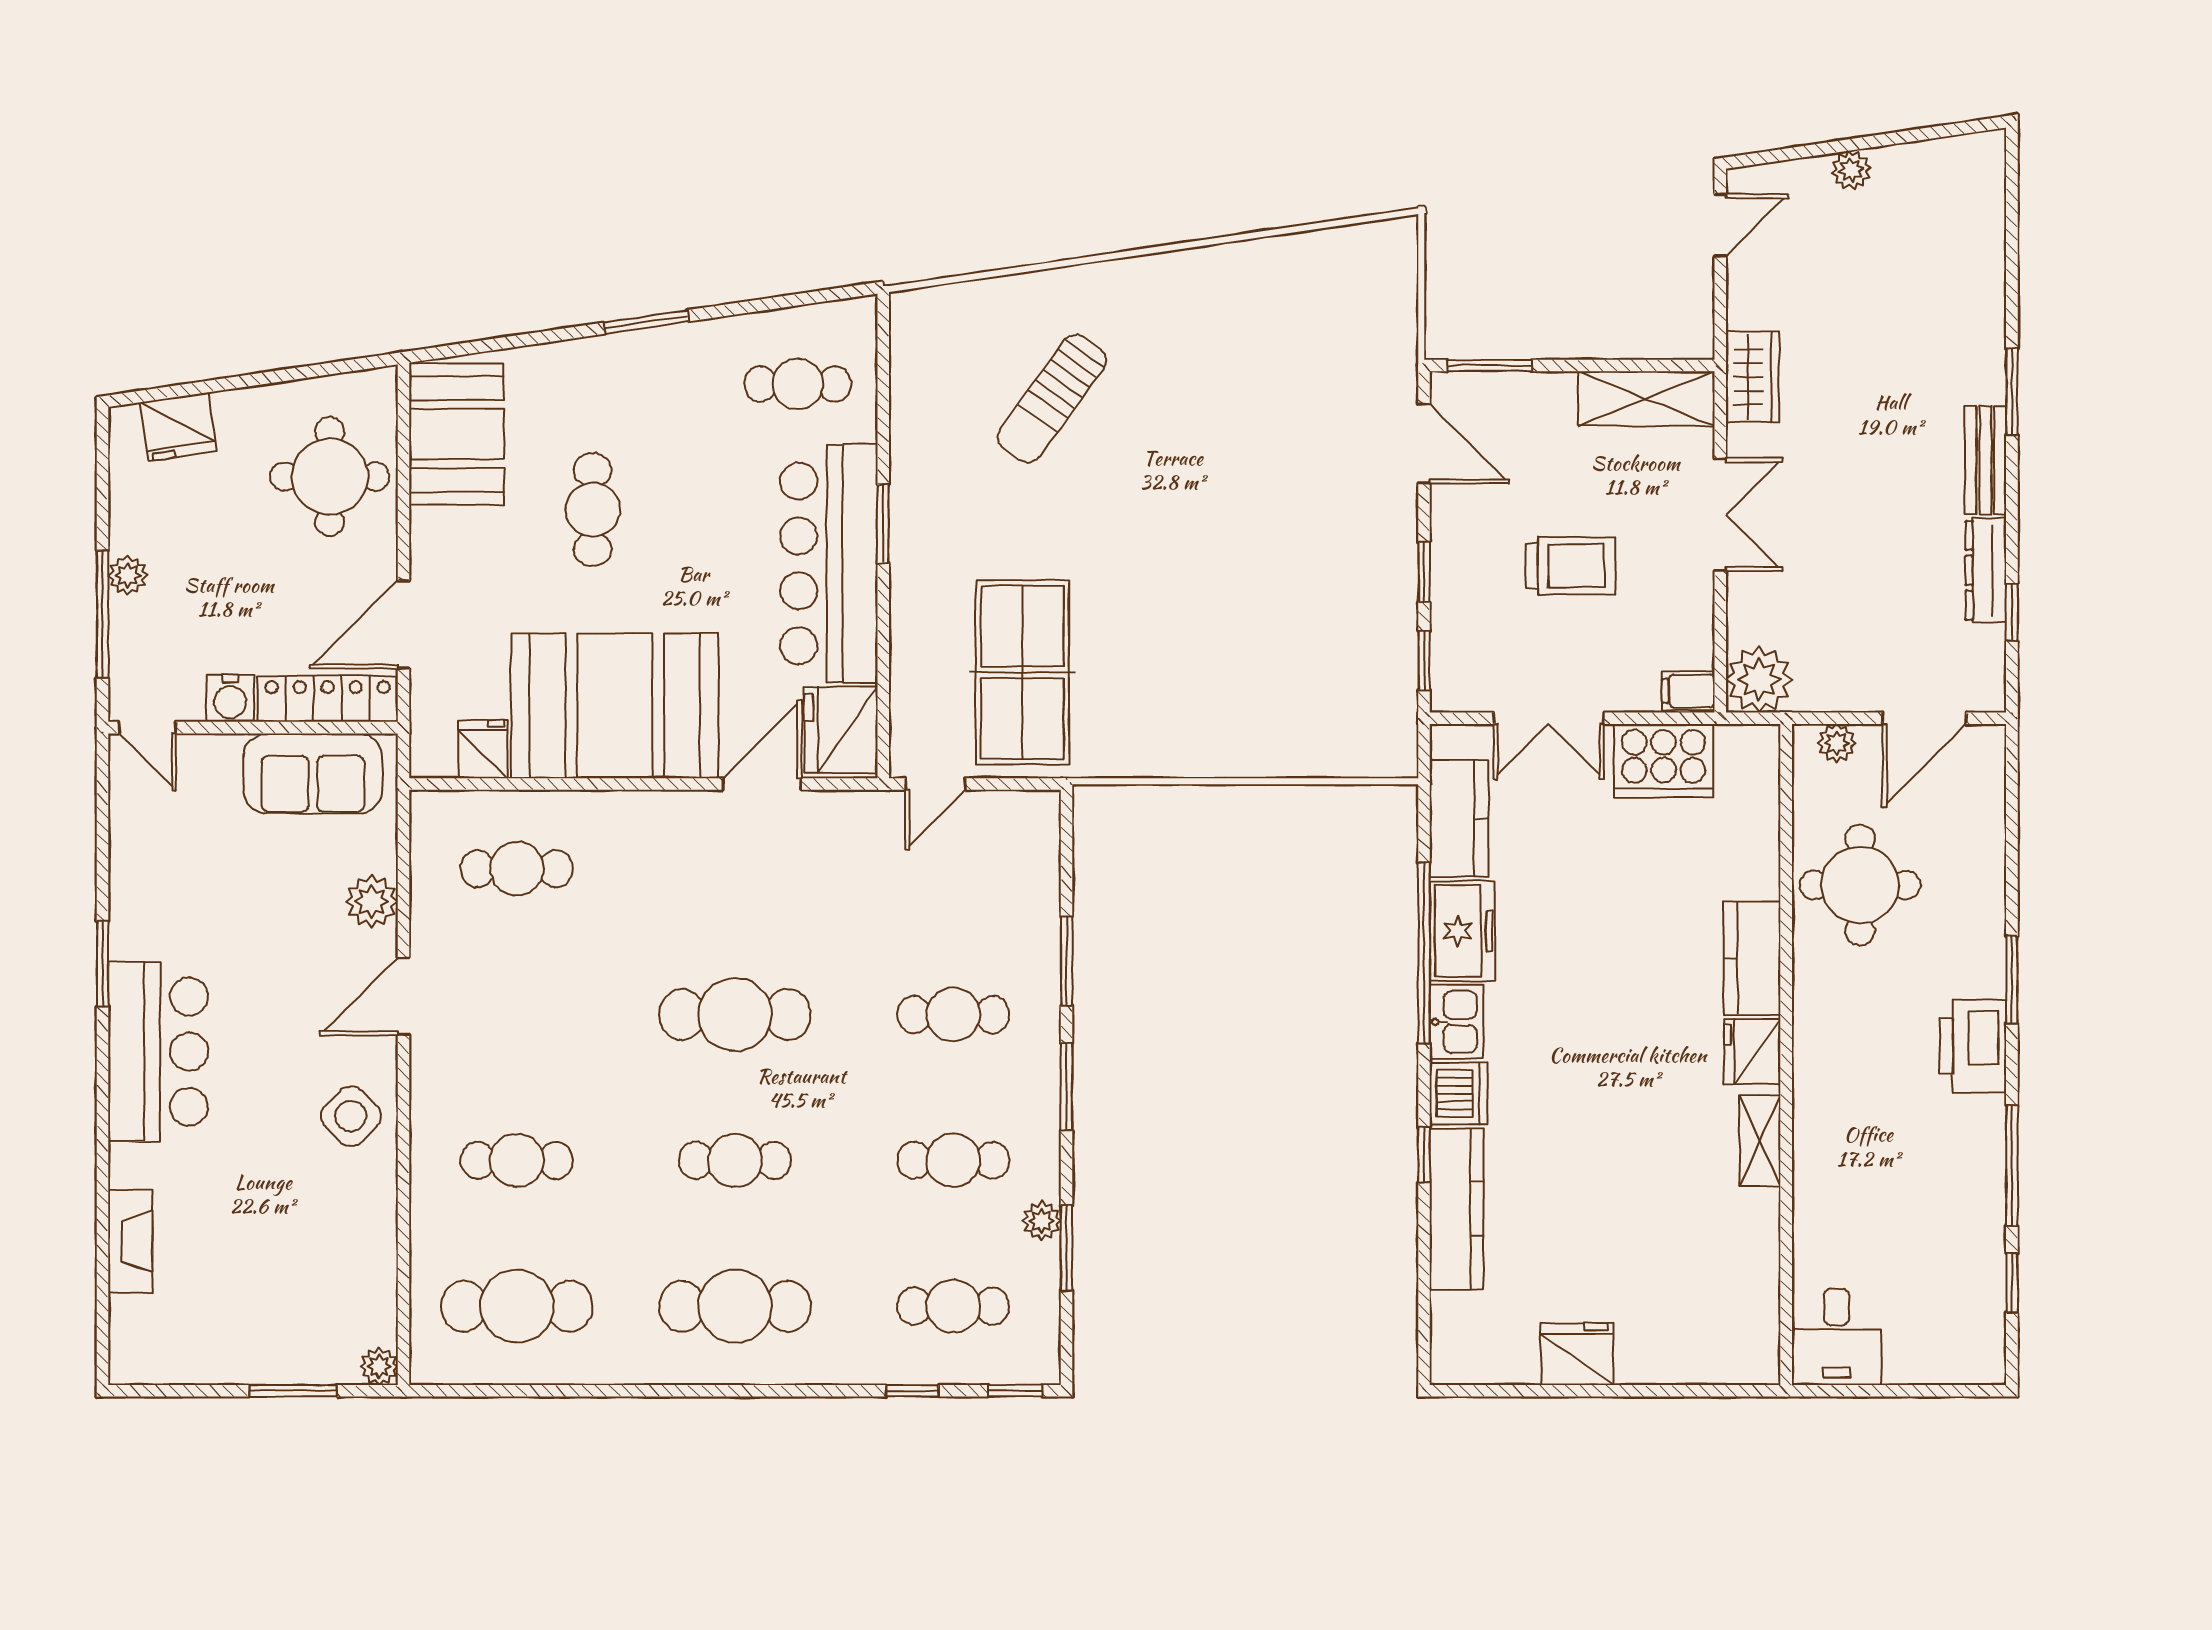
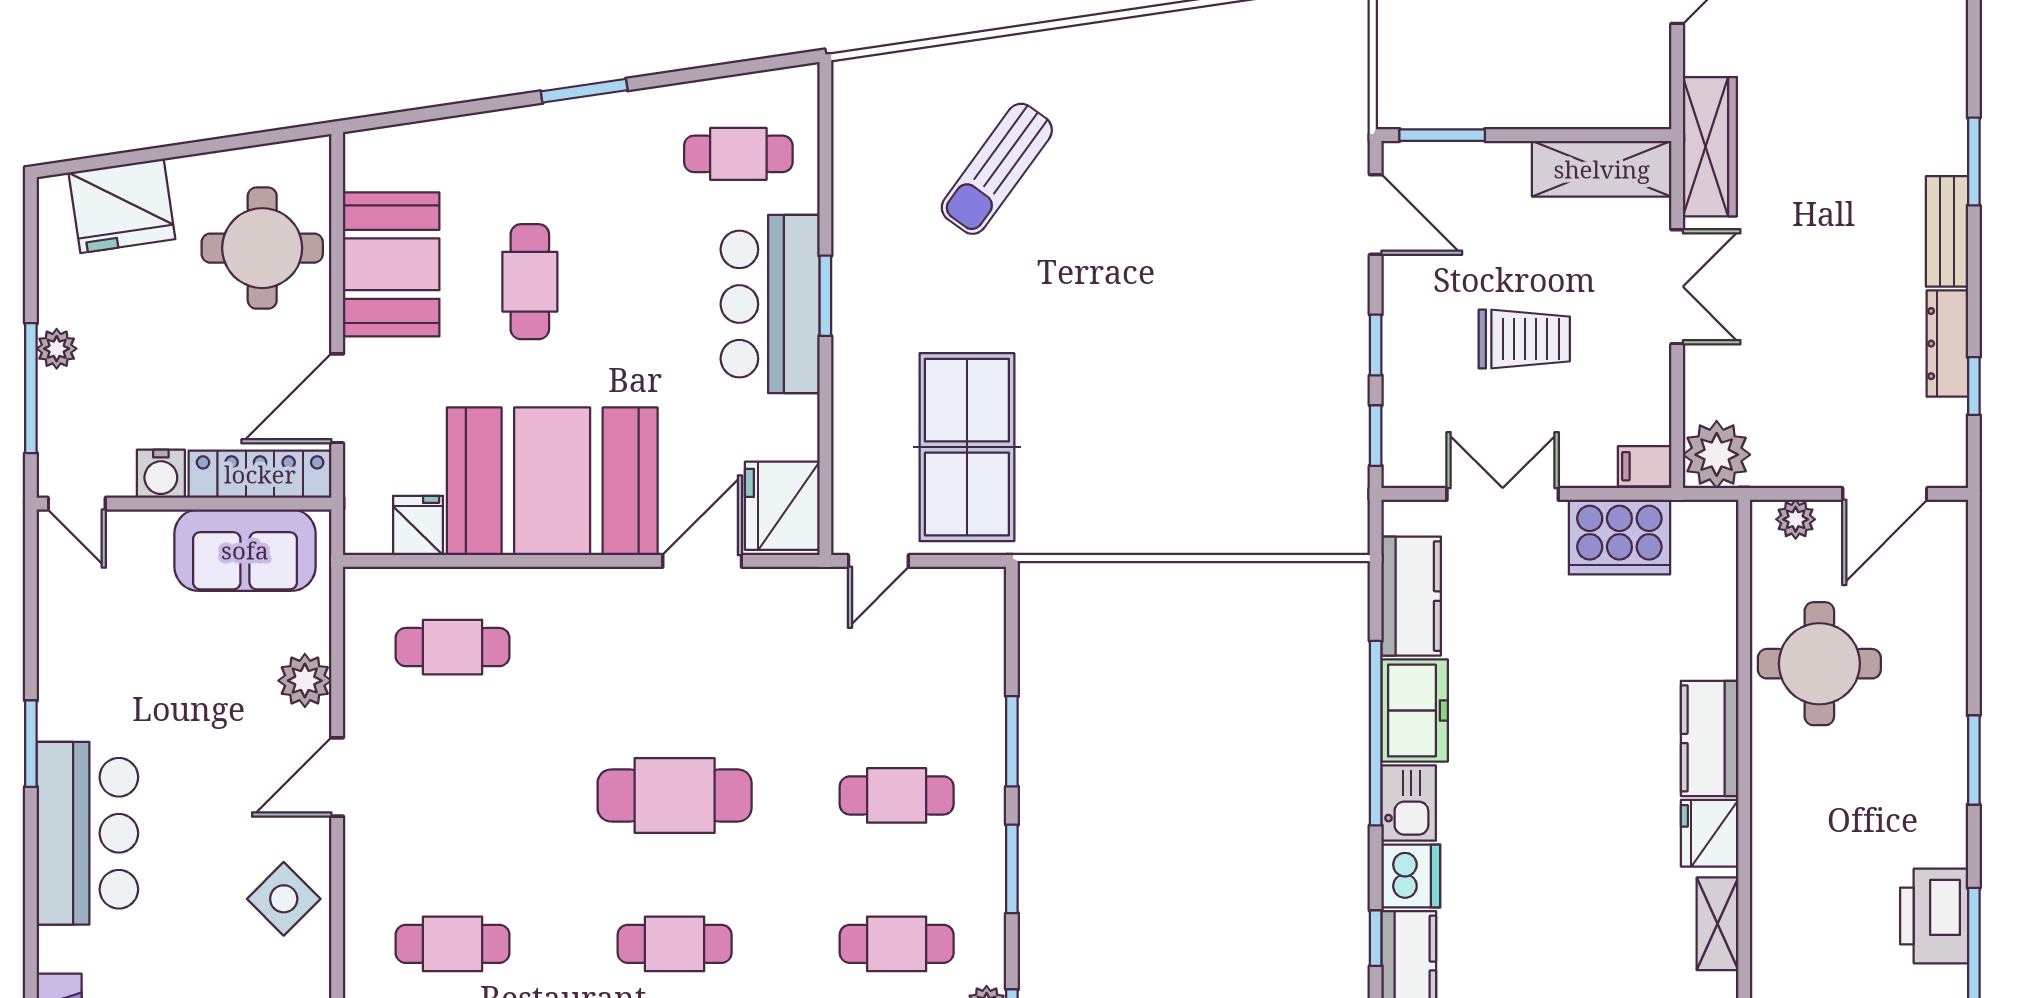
wardrobe: (1752, 377) -> (1710, 147), width x1.50
fridge: (178, 427) -> (122, 206), width x1.36, depth x1.34
booth: (457, 434) -> (391, 264), moved
bar counter: (829, 563) -> (770, 304), width x0.73
double door: (1549, 718) -> (1503, 494), swing flipped
printer: (1973, 1046) -> (1934, 916), moved

